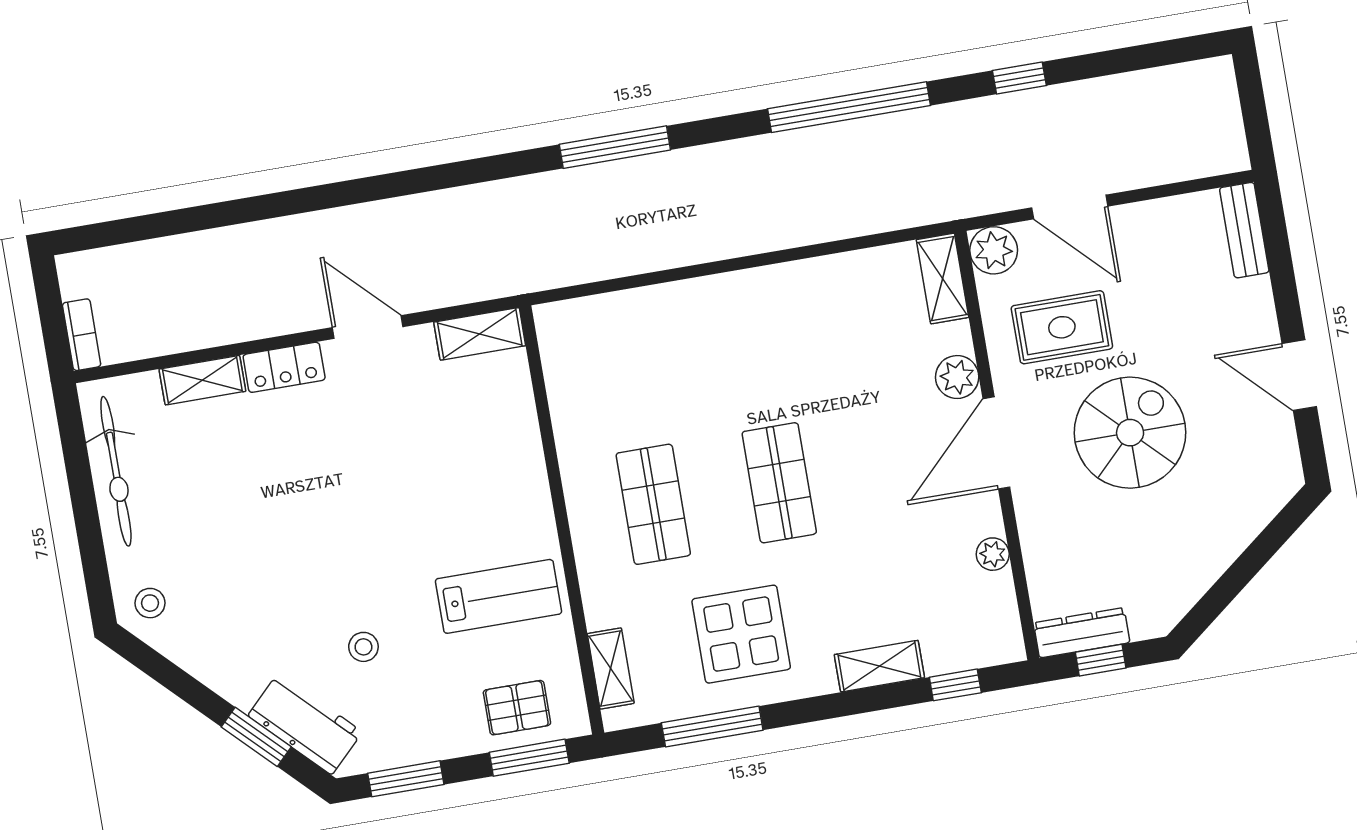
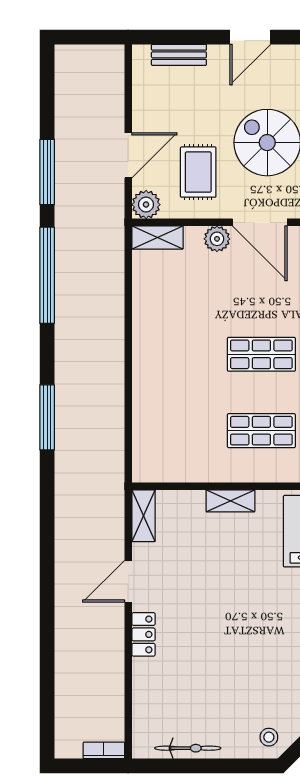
window: (1019, 78) -> (47, 172), width x2.17
bench: (1244, 230) -> (179, 55), moved
shelving: (202, 380) -> (230, 501), moved, turned 90
bicycle: (116, 471) -> (188, 748), width x0.73, depth x0.71

